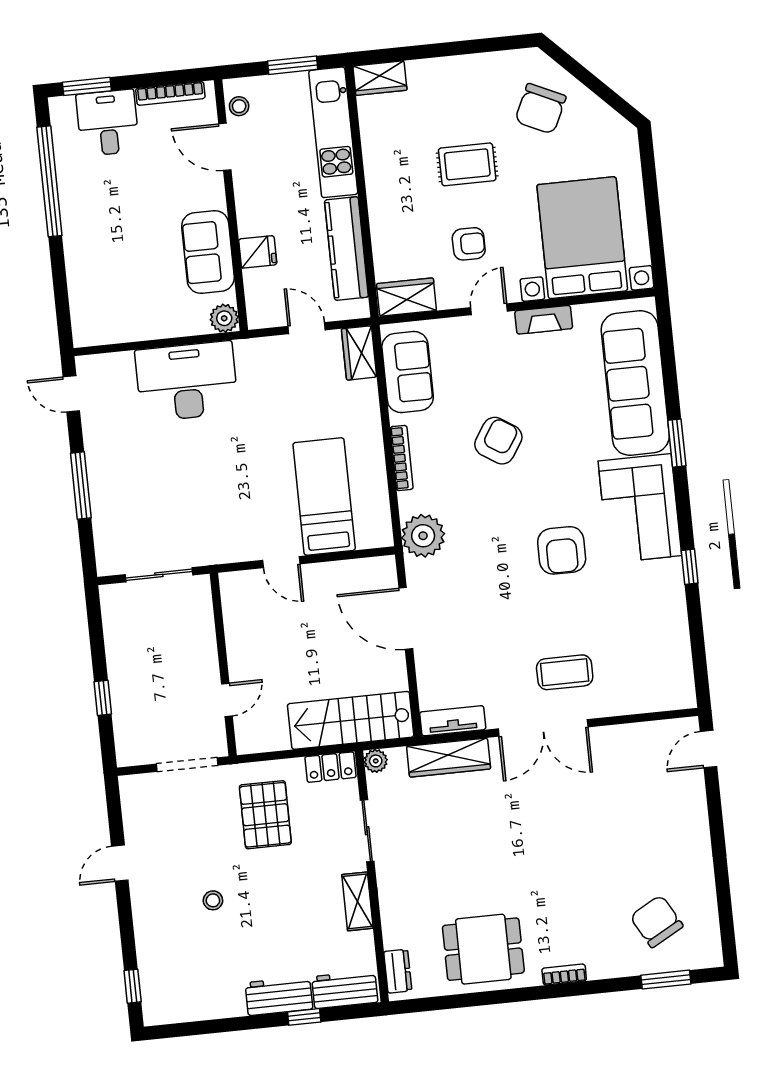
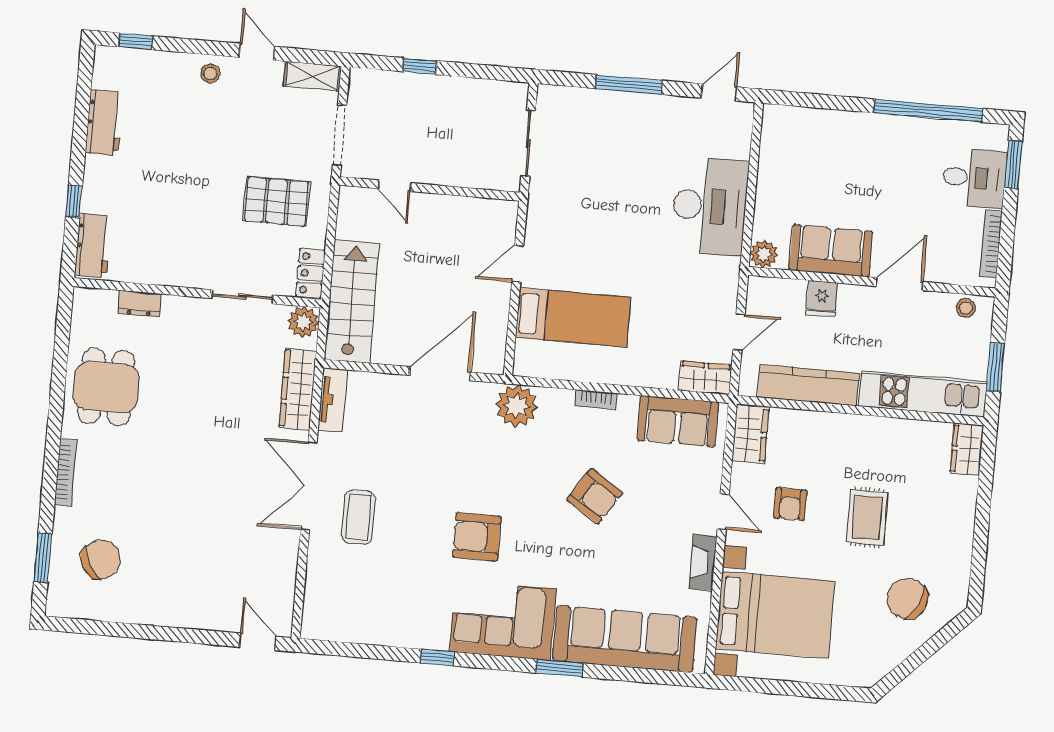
door: (225, 147) -> (900, 284), moved
bookcase: (402, 458) -> (596, 399), width x0.64
plant: (376, 761) -> (303, 322), width x1.38, depth x1.38
stool: (213, 900) -> (210, 73), moved
shelving: (357, 901) -> (312, 76), moved
dresser: (398, 971) -> (139, 304), moved
bookcase: (564, 974) -> (66, 472), width x1.56
workbench: (279, 996) -> (104, 123), moved

